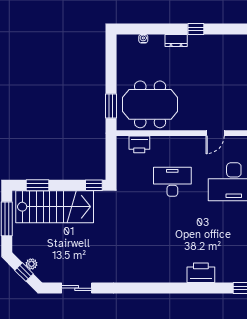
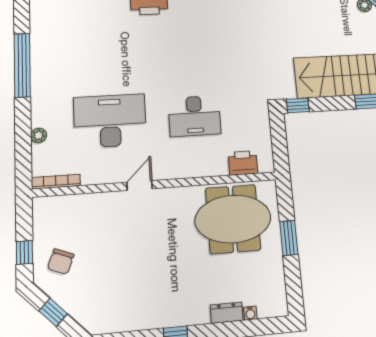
dresser: (176, 40) -> (227, 313), moved
window: (111, 106) -> (289, 238), moved

